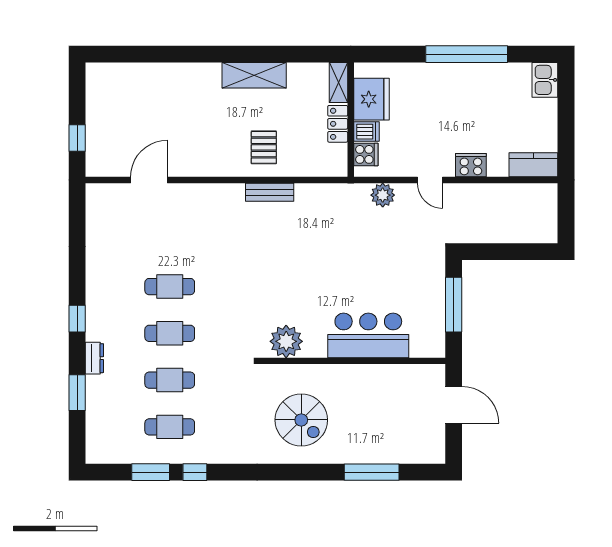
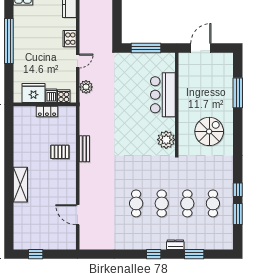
shelving: (254, 75) -> (20, 185), moved
shelving: (339, 82) -> (24, 111), removed
window: (77, 138) -> (36, 254), moved

